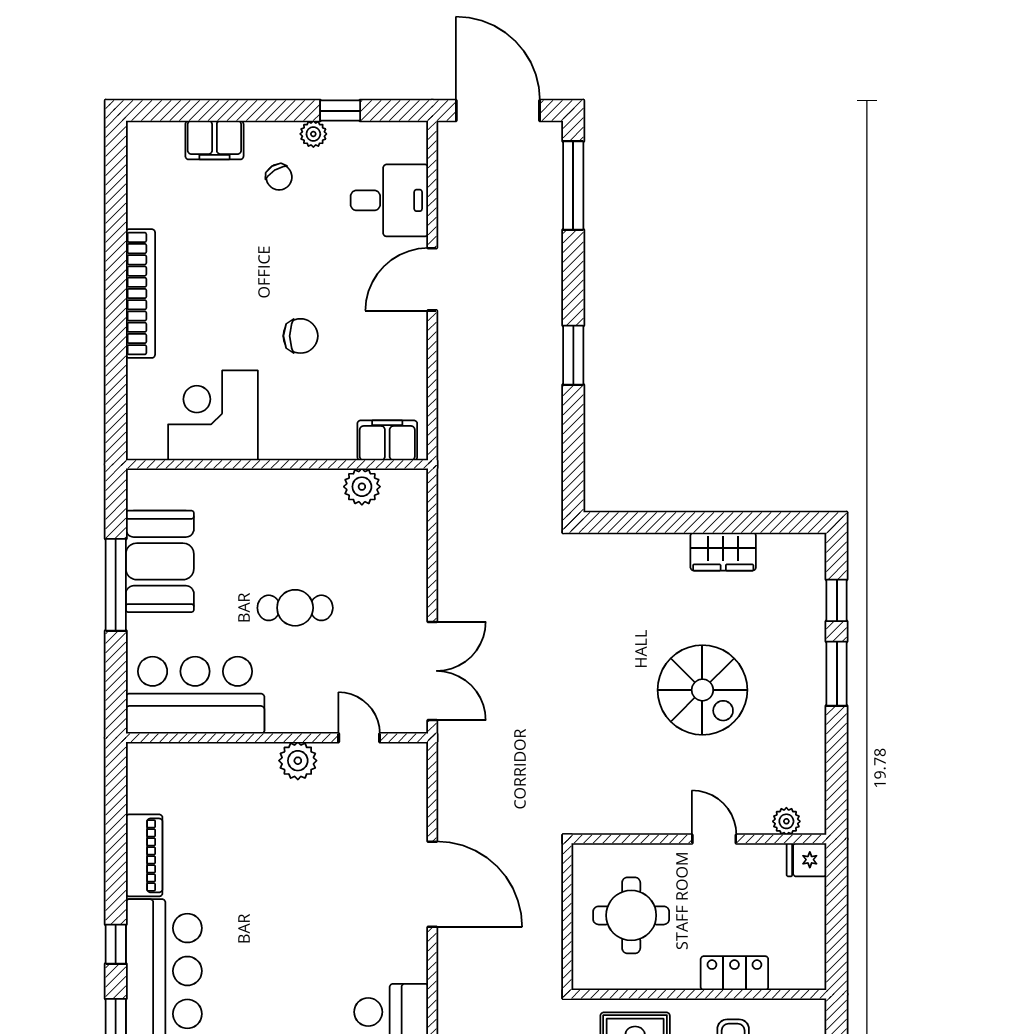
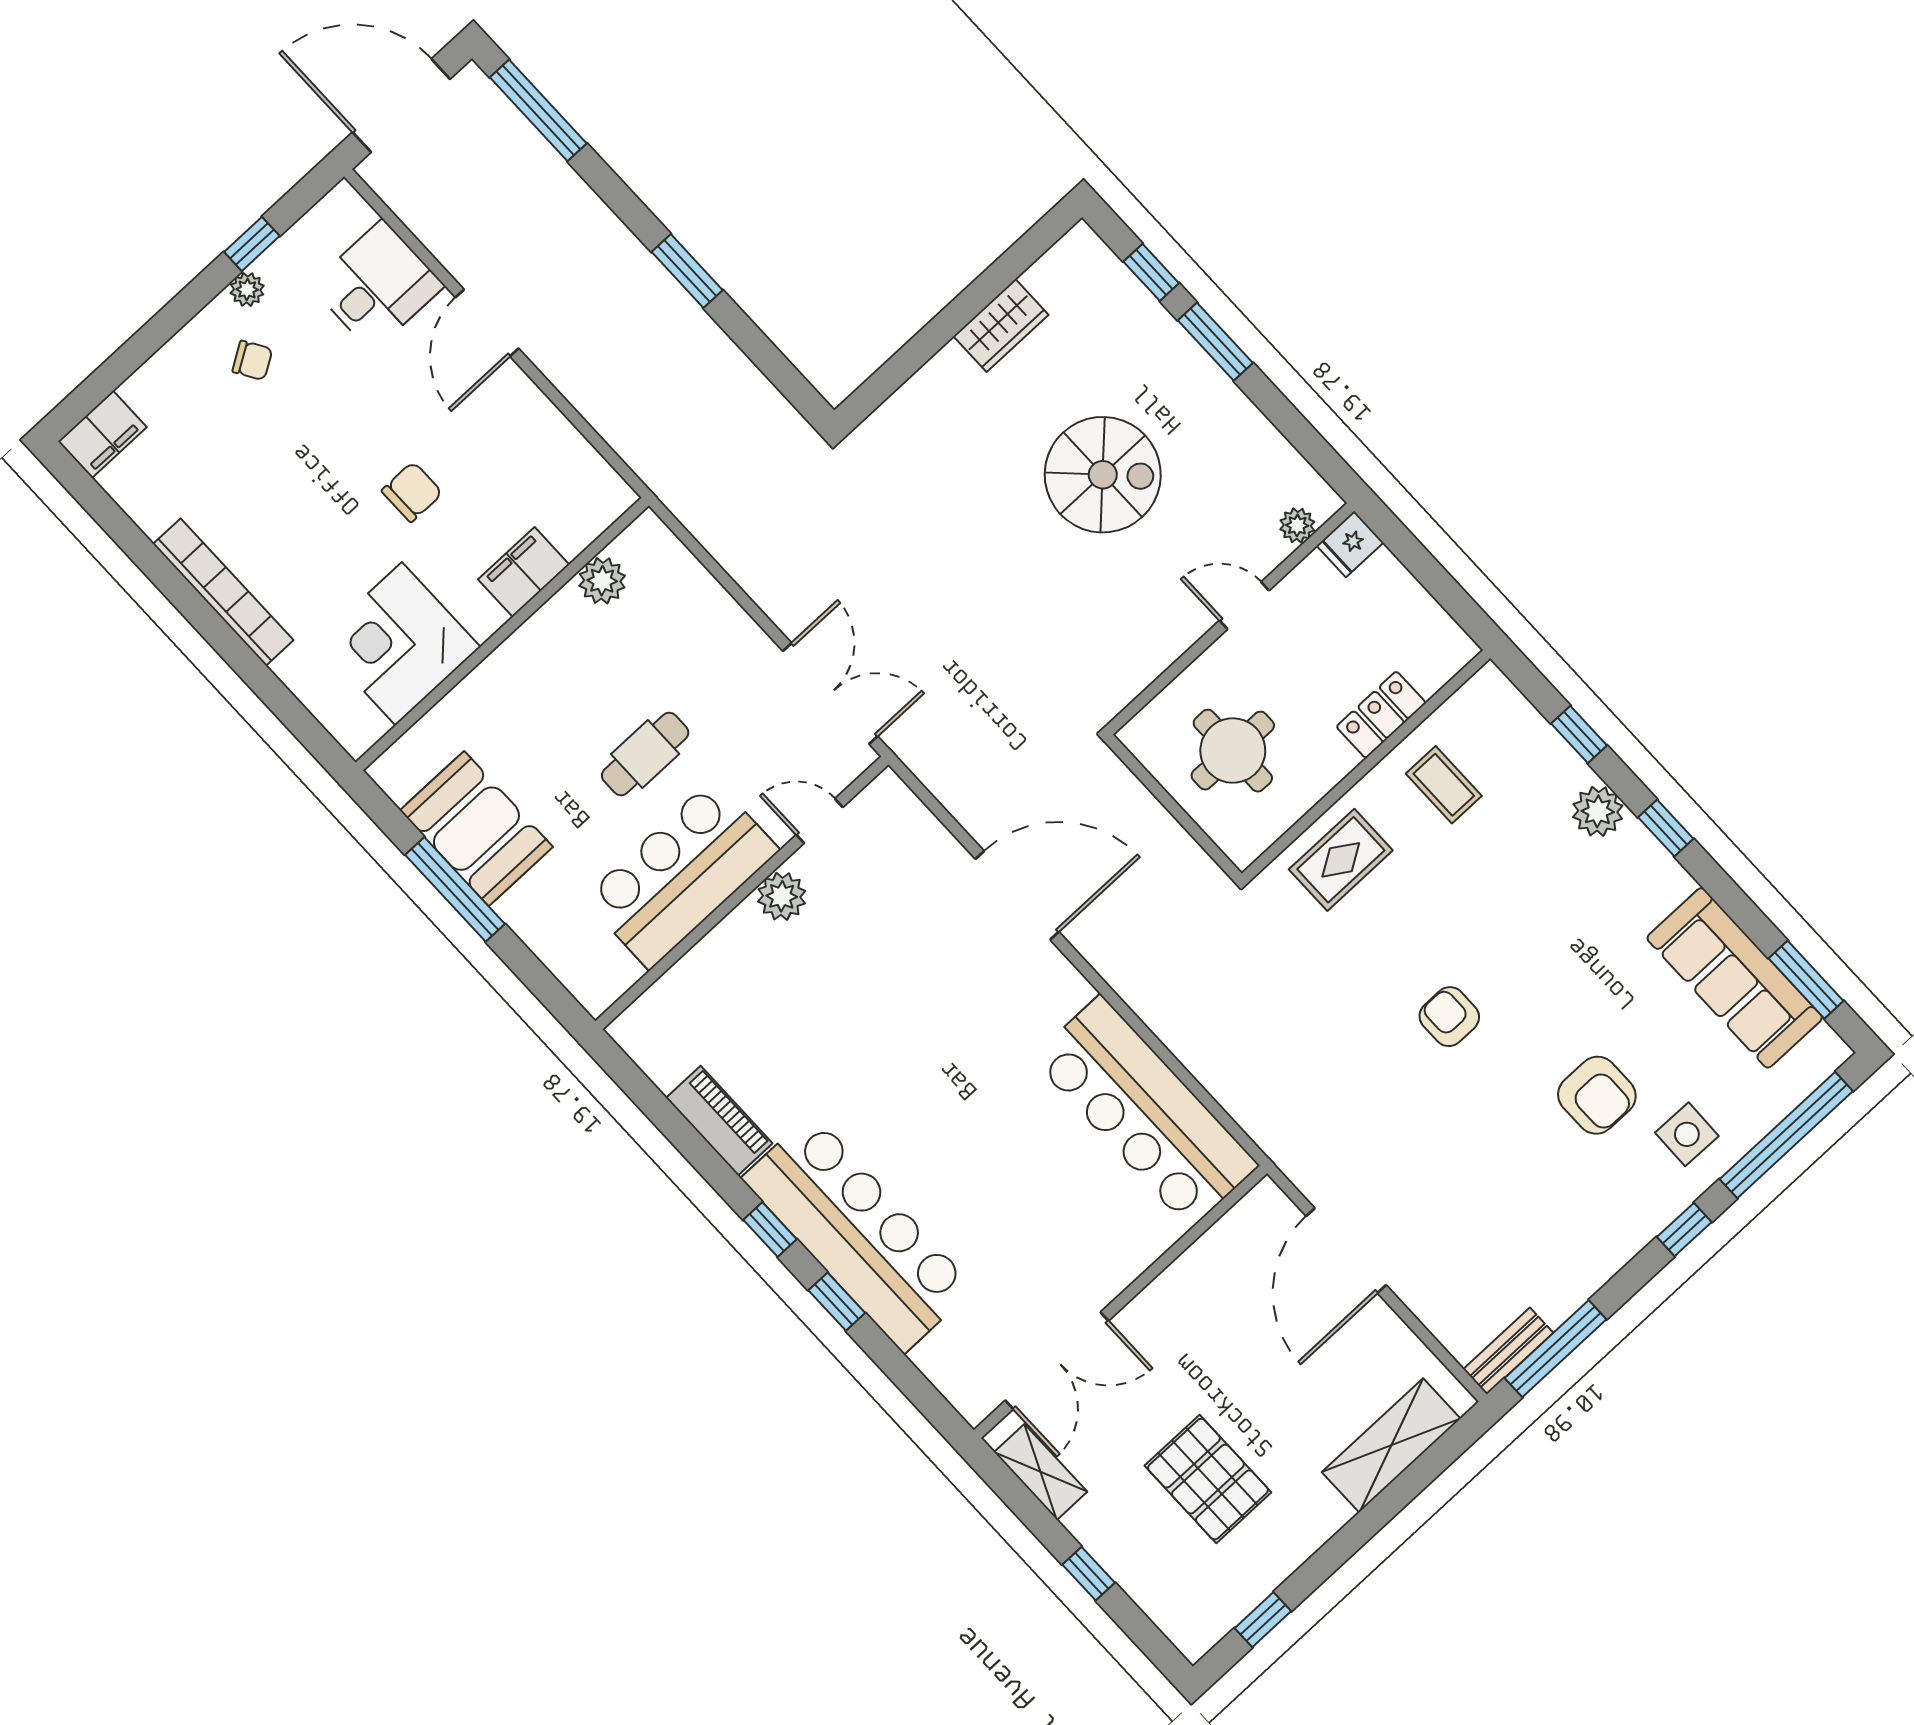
filing cabinet: (214, 140) -> (102, 434), moved
filing cabinet: (387, 440) -> (524, 572), moved
bar counter: (195, 695) -> (681, 874), moved

